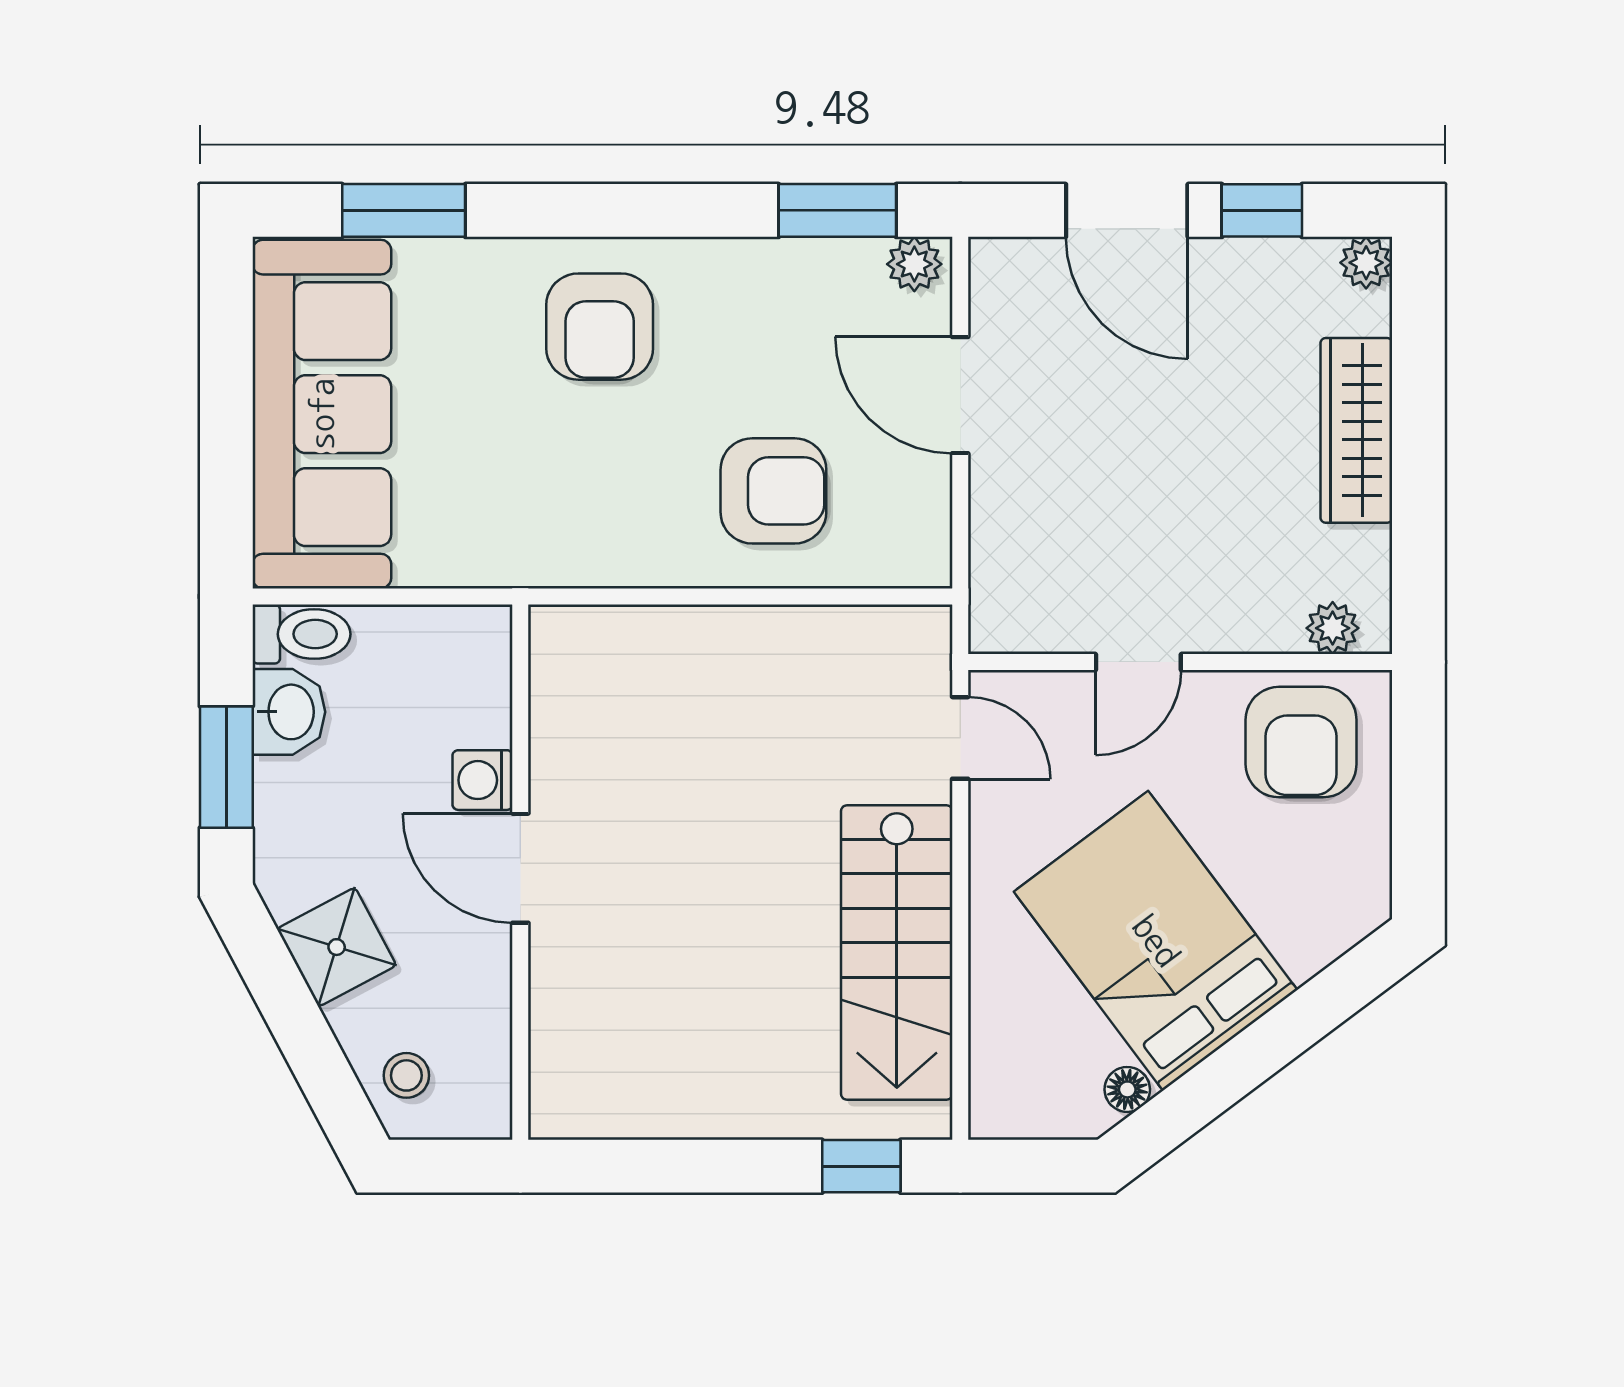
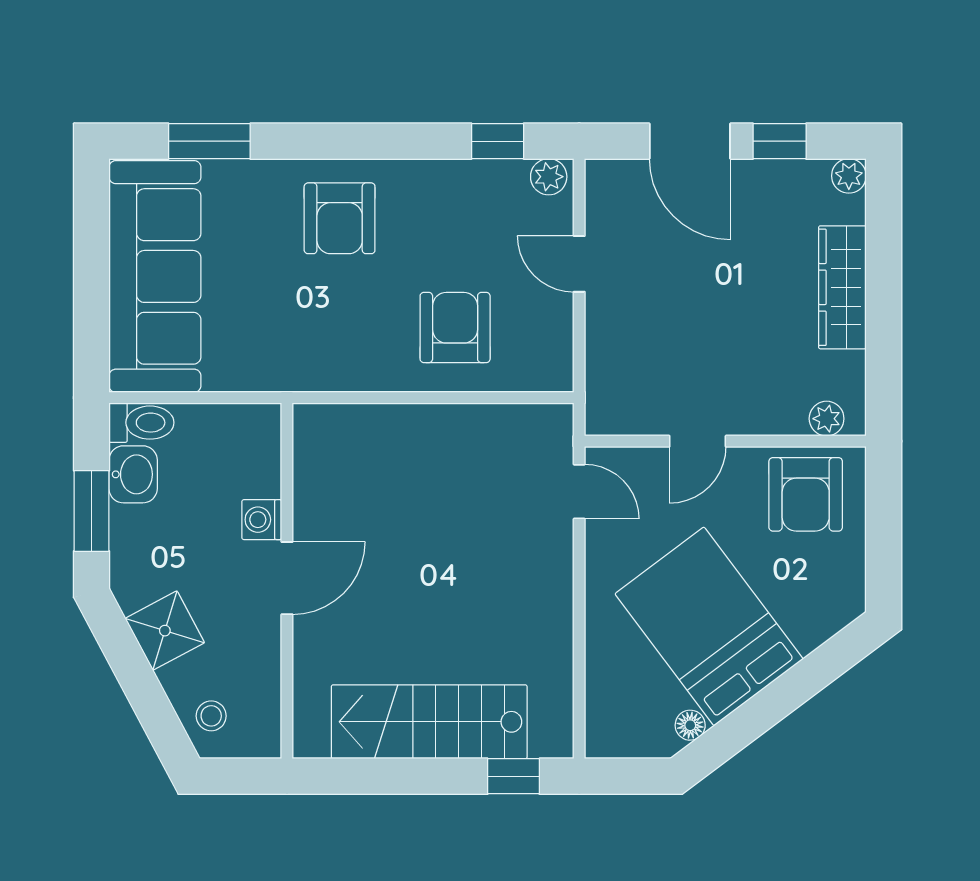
window: (837, 210) -> (498, 141), width x0.67
door: (960, 395) -> (579, 264), width x0.73
armchair: (773, 491) -> (455, 327), turned -90
door: (520, 868) -> (287, 578), swing flipped
stairs: (897, 952) -> (429, 722), moved, turned 90

